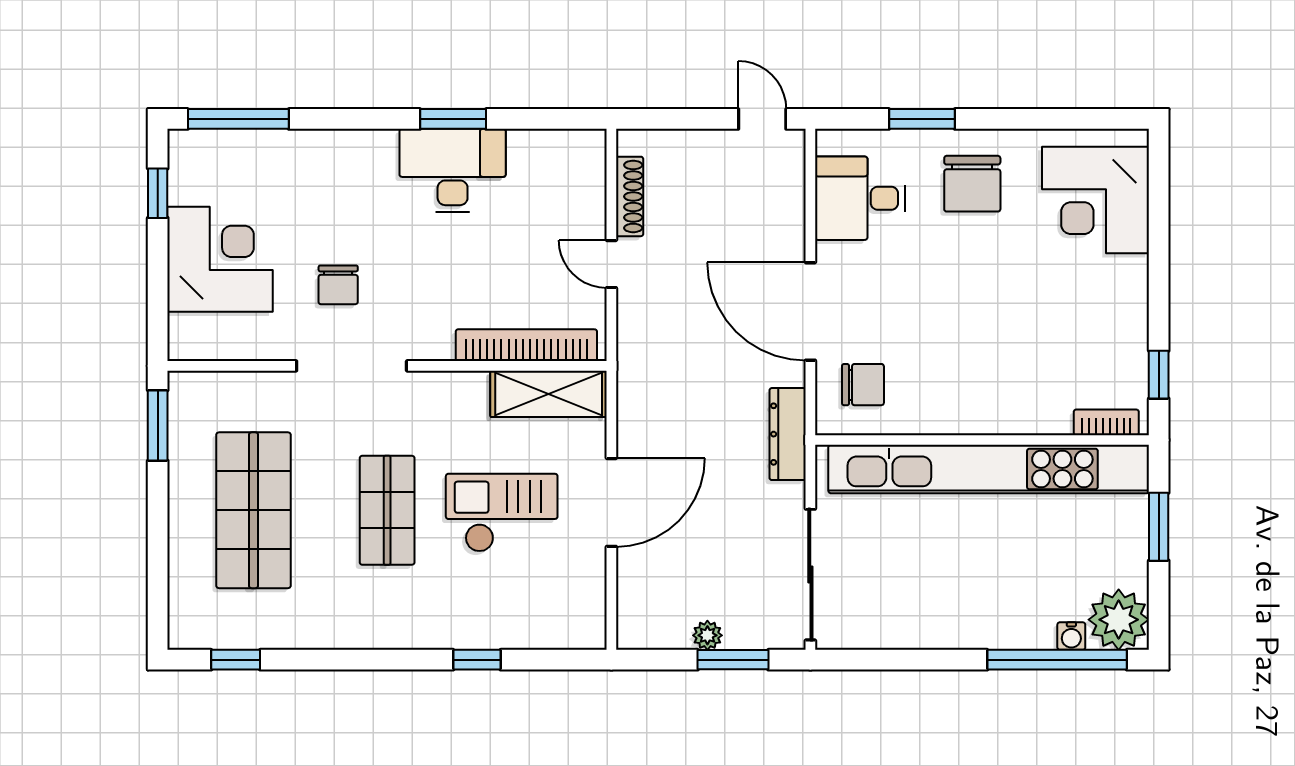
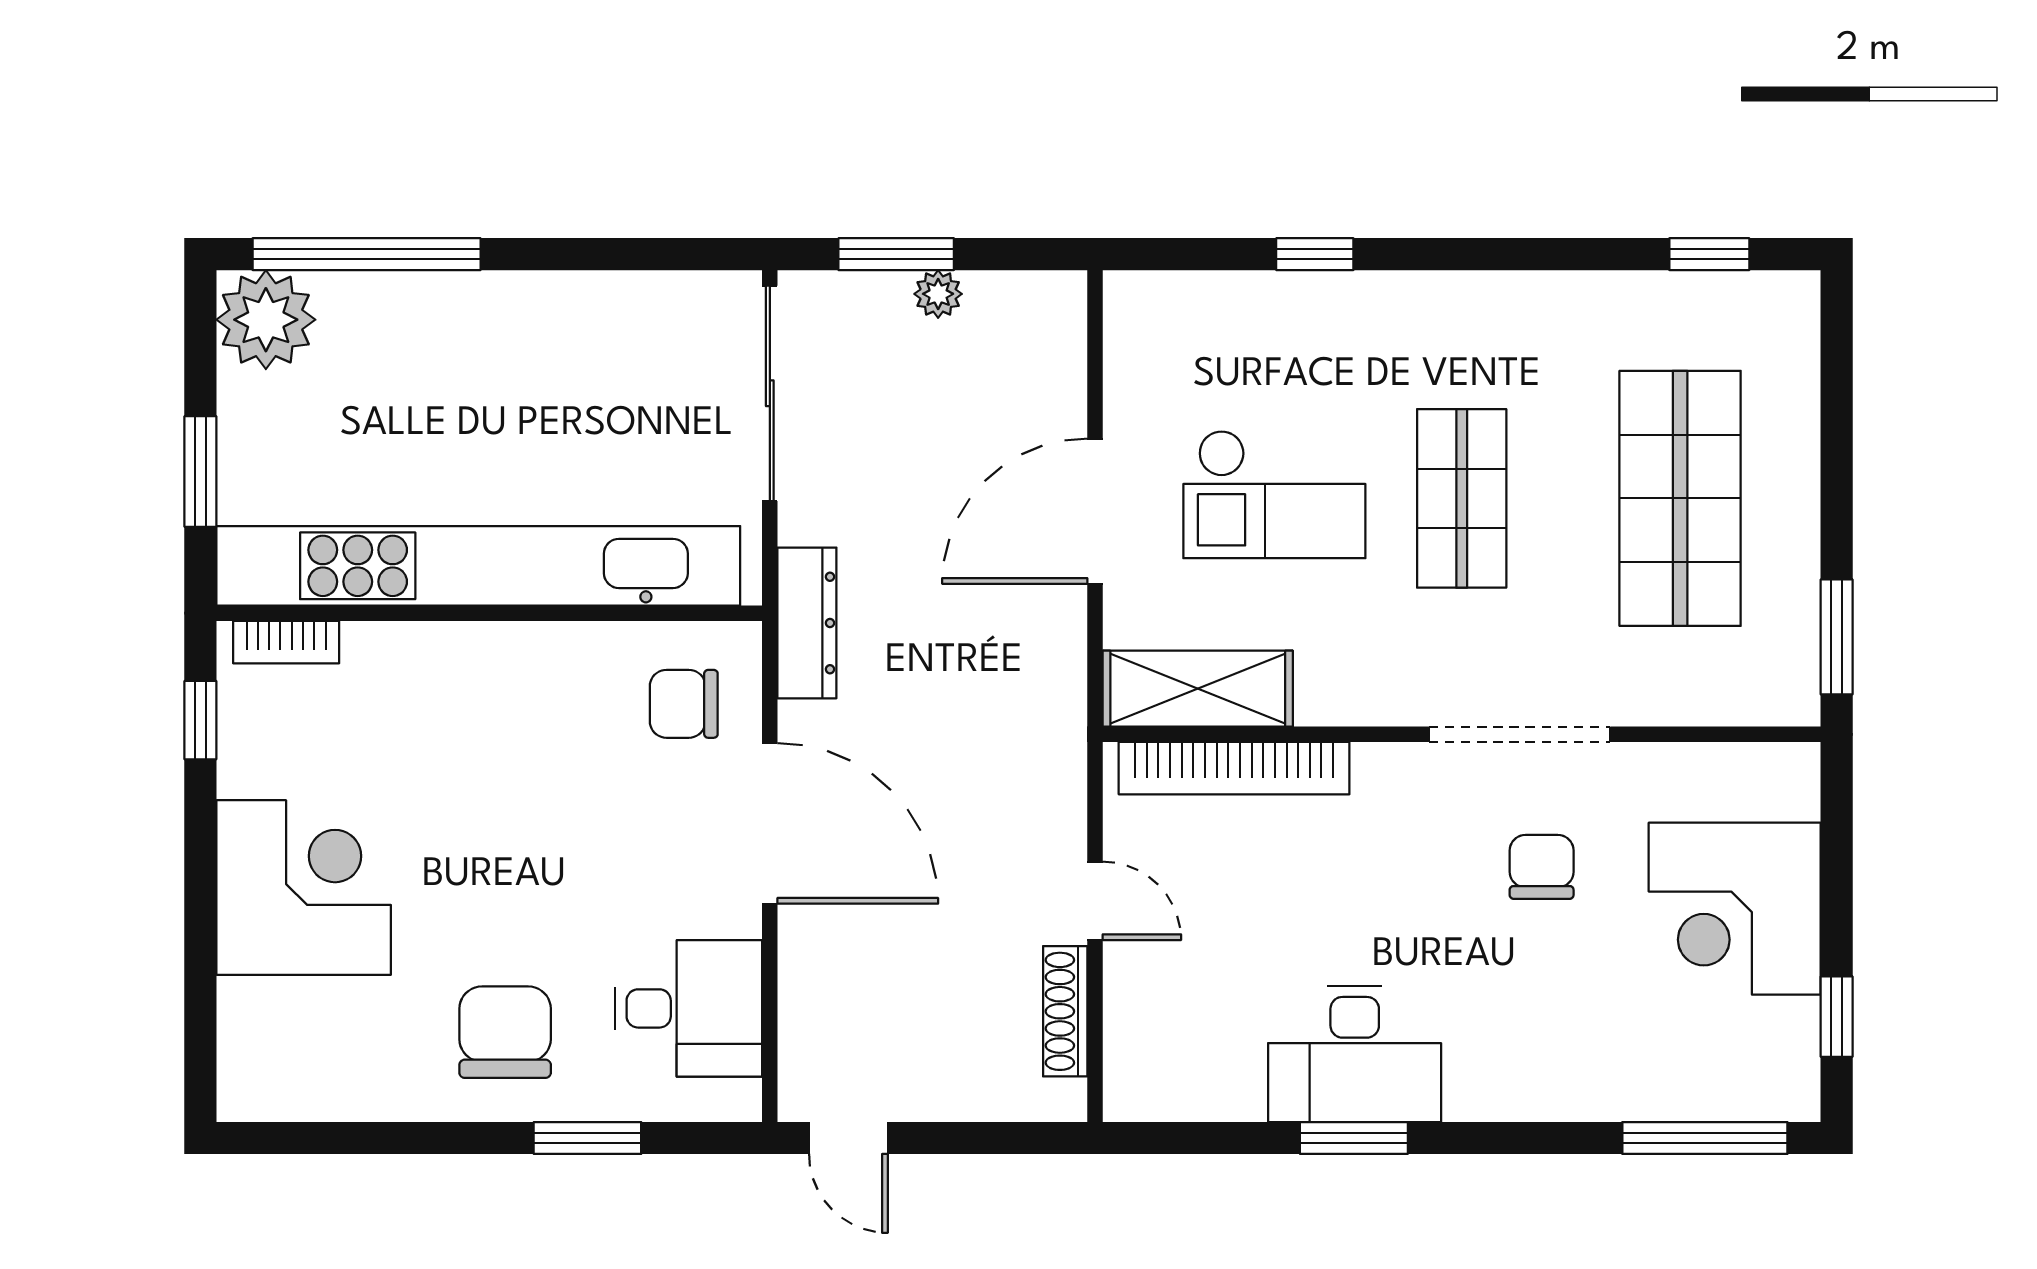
corner desk: (1096, 200) -> (304, 887), moved
water cooler: (1071, 636) -> (343, 293), removed

